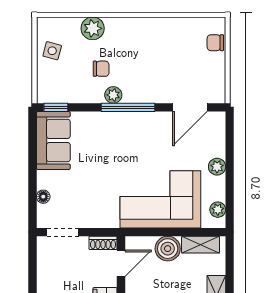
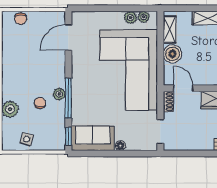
window: (128, 107) -> (68, 98), moved
door: (190, 107) -> (68, 38), swing flipped
plant: (217, 167) -> (130, 17), moved
floor lamp: (43, 197) -> (120, 146), moved
corner sofa: (160, 199) -> (129, 70), width x1.36, depth x1.36

